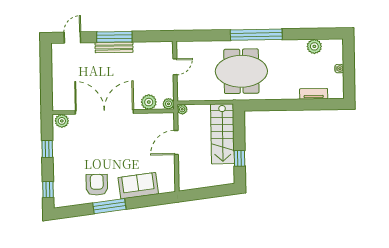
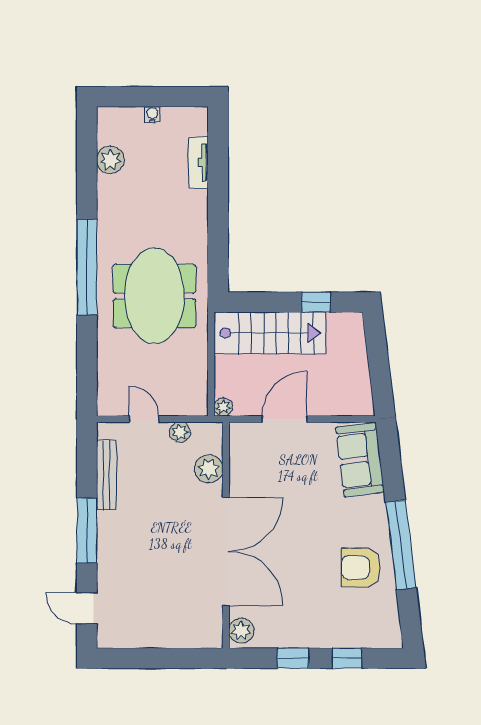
bench: (114, 47) -> (106, 475), moved
plant: (168, 104) -> (180, 432), moved
double door: (104, 112) -> (226, 551), swing flipped
door: (176, 142) -> (285, 419), swing flipped
sofa: (138, 186) -> (360, 460), moved
window: (48, 190) -> (347, 658), moved
window: (109, 206) -> (401, 545), width x1.46

